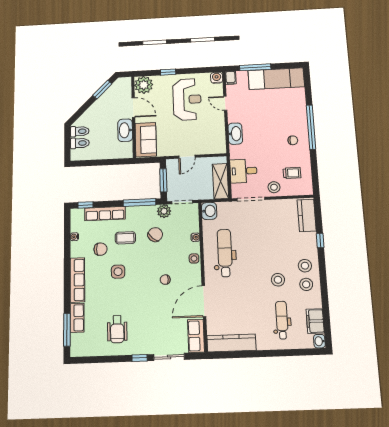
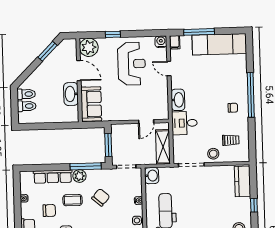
door: (187, 157) -> (146, 122), moved
desk: (243, 171) -> (184, 123), moved
window: (85, 205) -> (34, 168), removed
plant: (164, 211) -> (79, 176), moved

